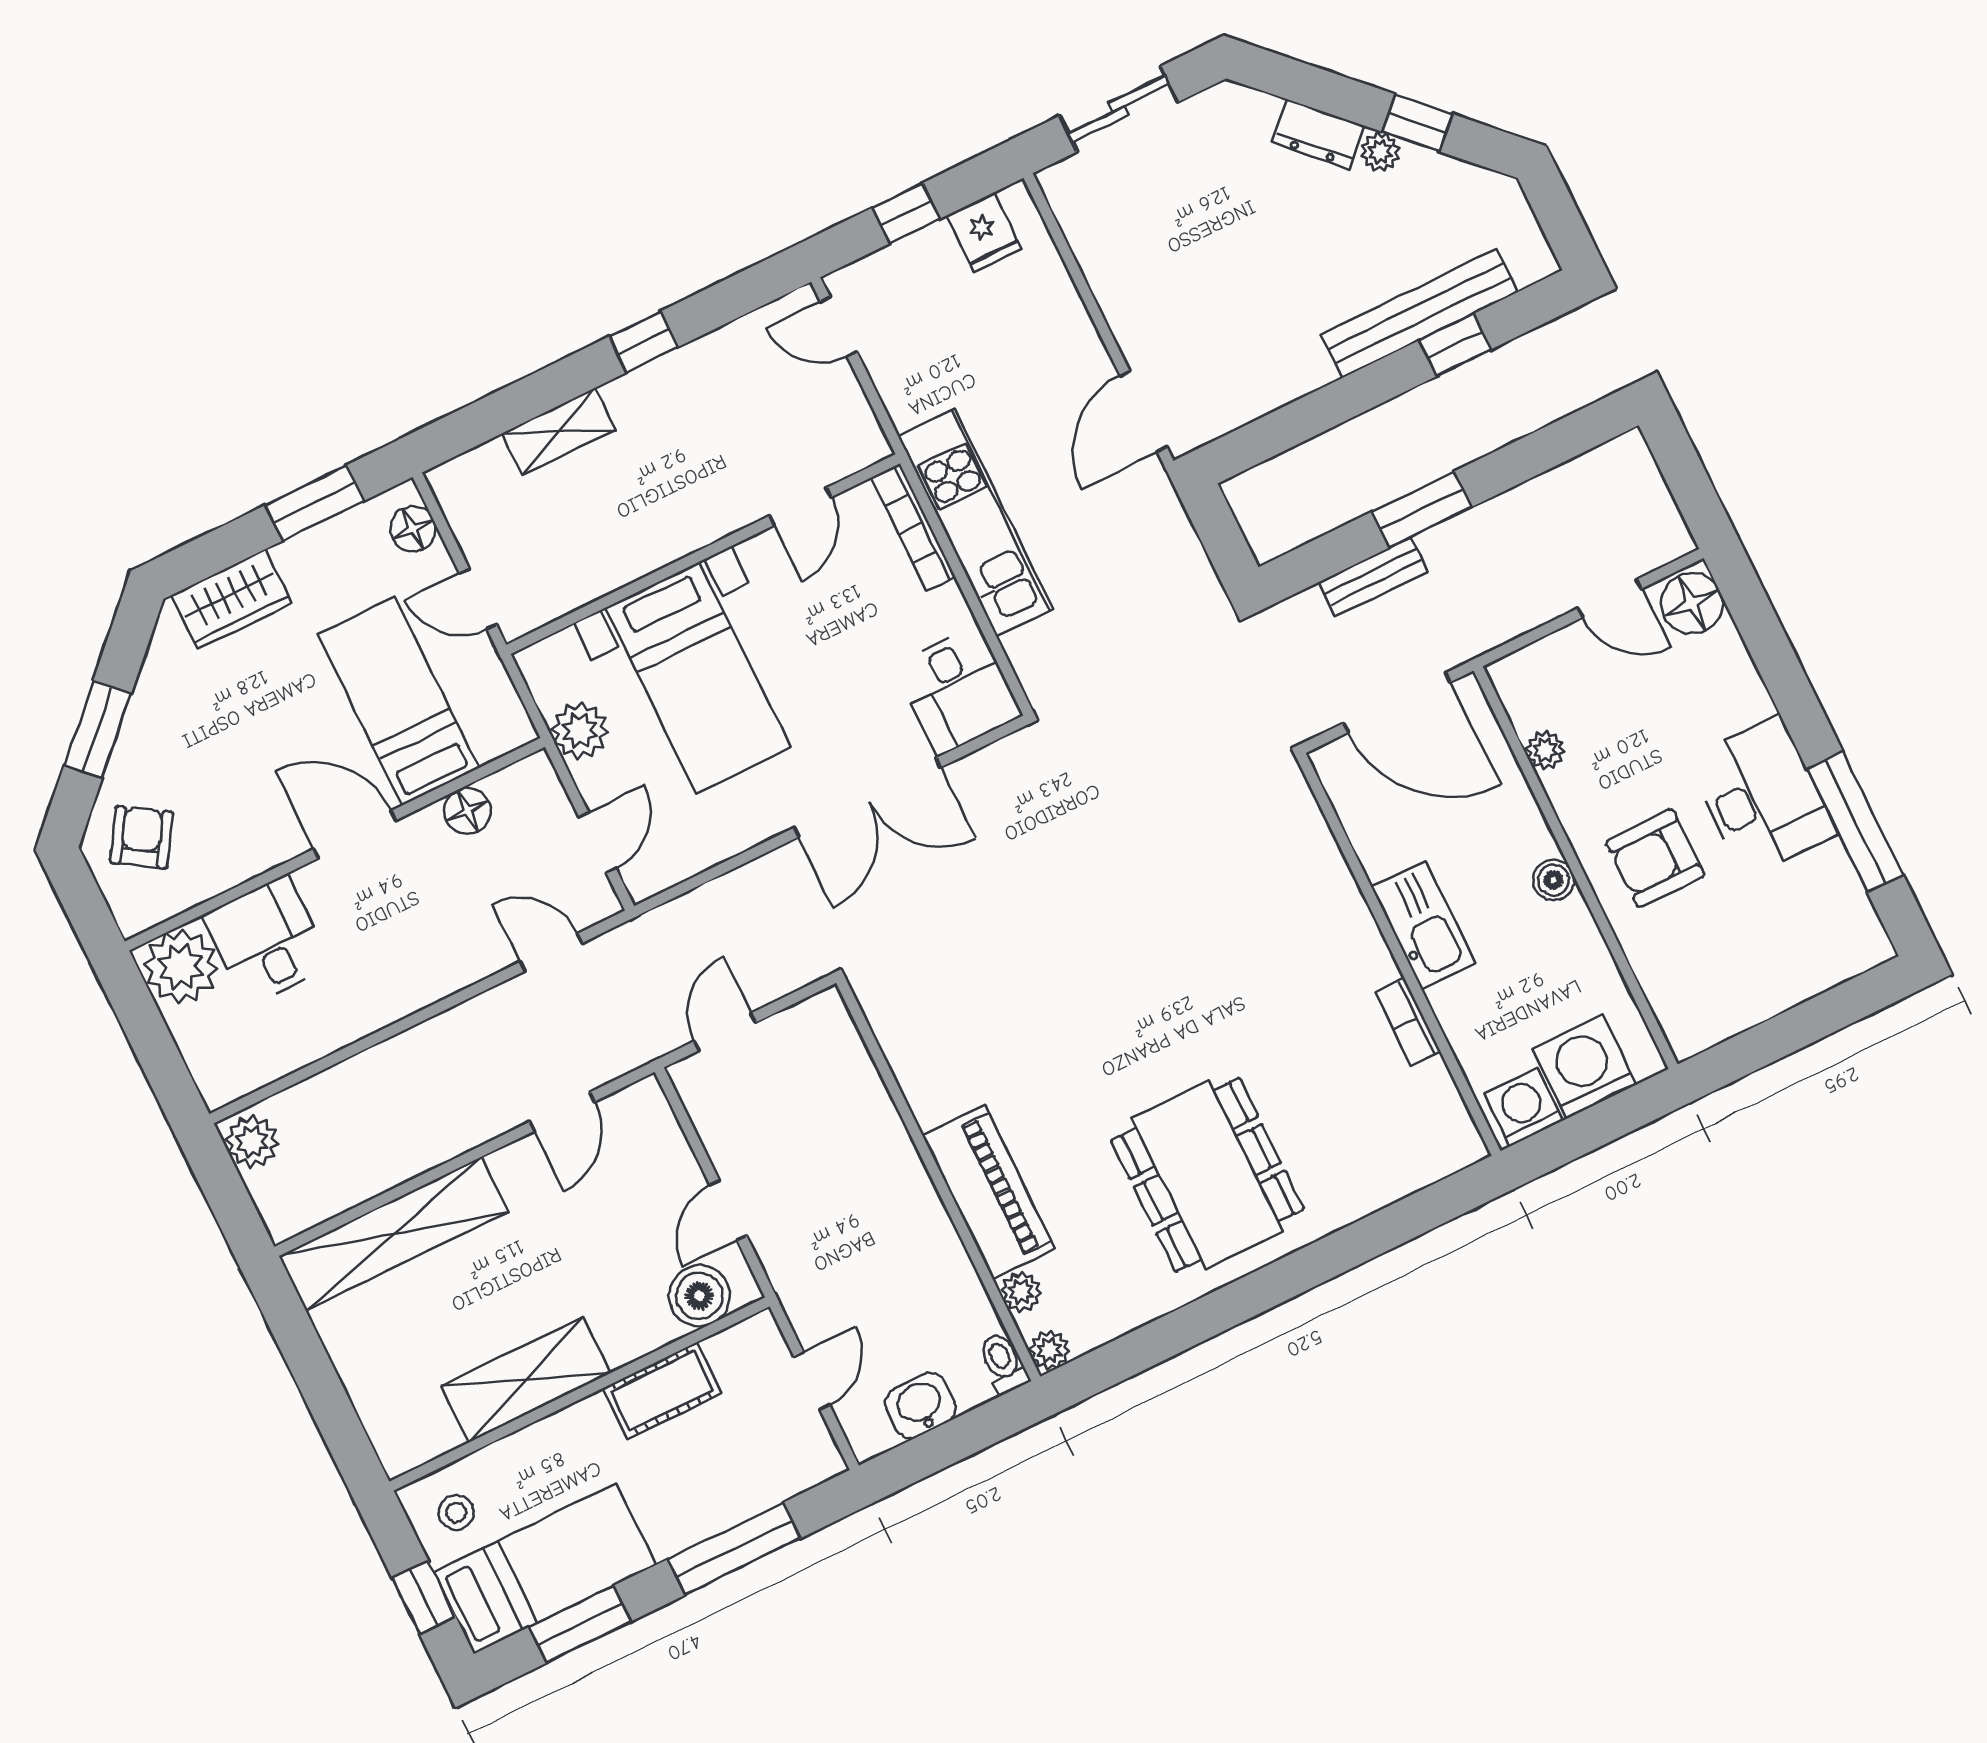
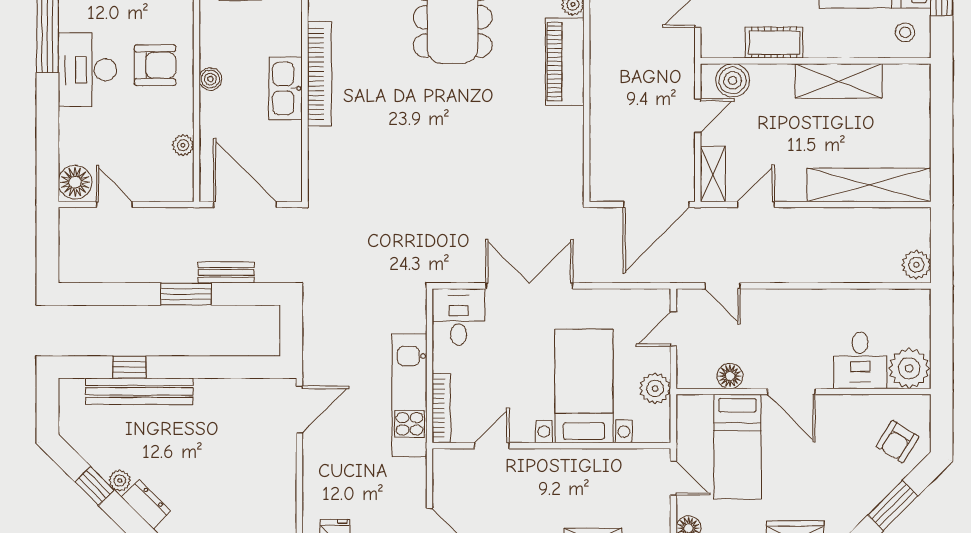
bookcase: (1408, 1022) -> (319, 74), width x2.31, depth x1.31
door: (725, 1032) -> (656, 205), width x1.87
shelving: (657, 1127) -> (713, 174), added

